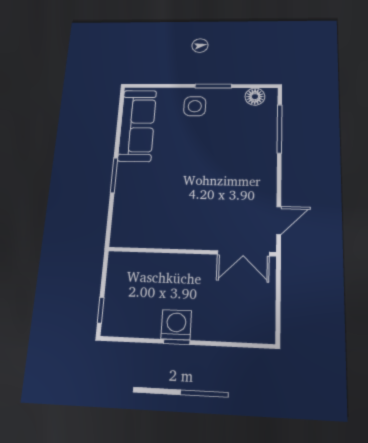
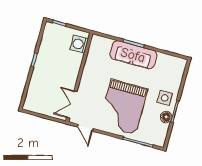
floor lamp: (255, 97) -> (166, 117), moved
sofa: (137, 125) -> (133, 55), moved
grand piano: (226, 166) -> (123, 107), added
washing machine: (176, 325) -> (79, 44), moved, turned 180

